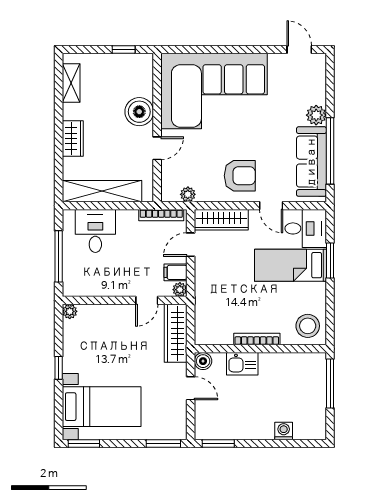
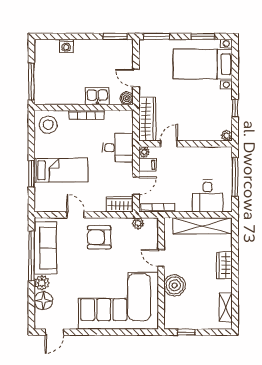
door: (299, 50) -> (54, 332), hinge flipped
floor lamp: (314, 91) -> (43, 301), added
door: (157, 148) -> (161, 258), hinge flipped
wardrobe: (221, 220) -> (120, 204), width x0.67
desk: (306, 228) -> (118, 148), moved, turned 180
window: (59, 368) -> (235, 108), moved
window: (84, 443) -> (203, 36), moved

